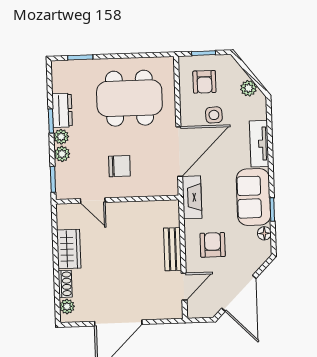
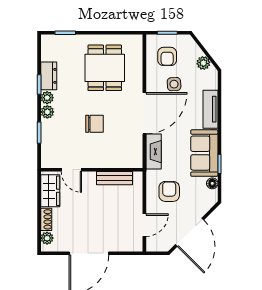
dining table: (129, 98) -> (105, 68), width x0.73
door: (93, 200) -> (71, 170), moved
wall: (117, 200) -> (92, 170), moved
bench: (172, 249) -> (115, 178), moved, turned 90

